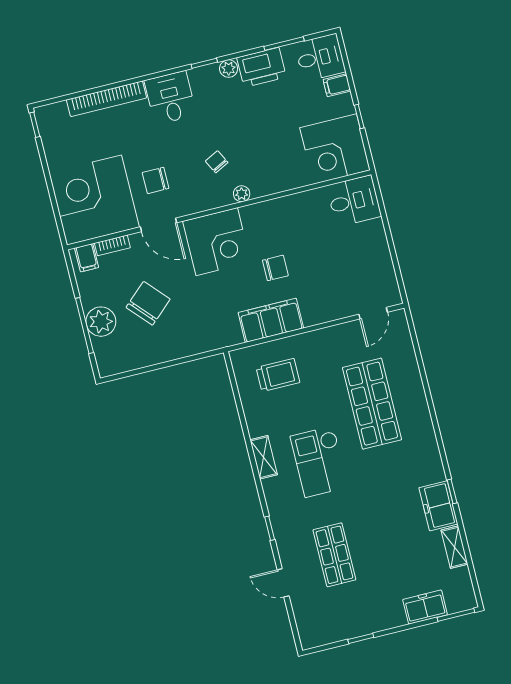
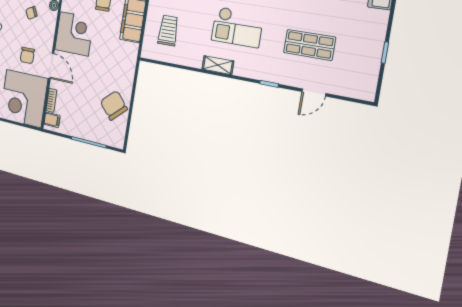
door: (158, 225) -> (51, 66), hinge flipped
chair: (148, 303) -> (114, 105), moved
plant: (101, 322) -> (90, 131), removed

